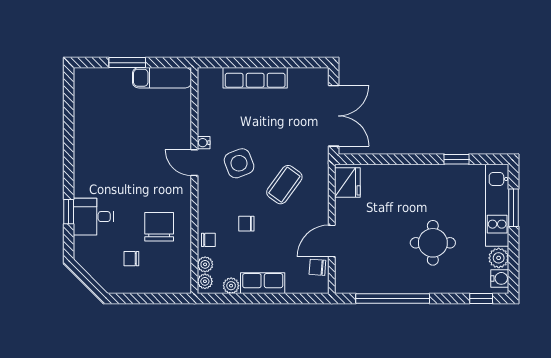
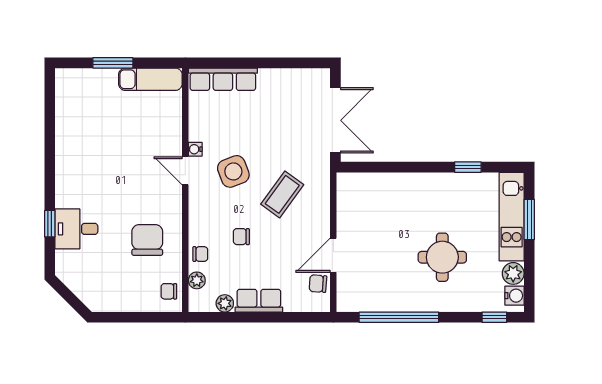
row of seats: (255, 78) -> (223, 79), moved
fridge: (347, 183) -> (350, 192), removed
chair: (131, 259) -> (169, 291), moved
plant: (205, 281) -> (197, 299), removed

